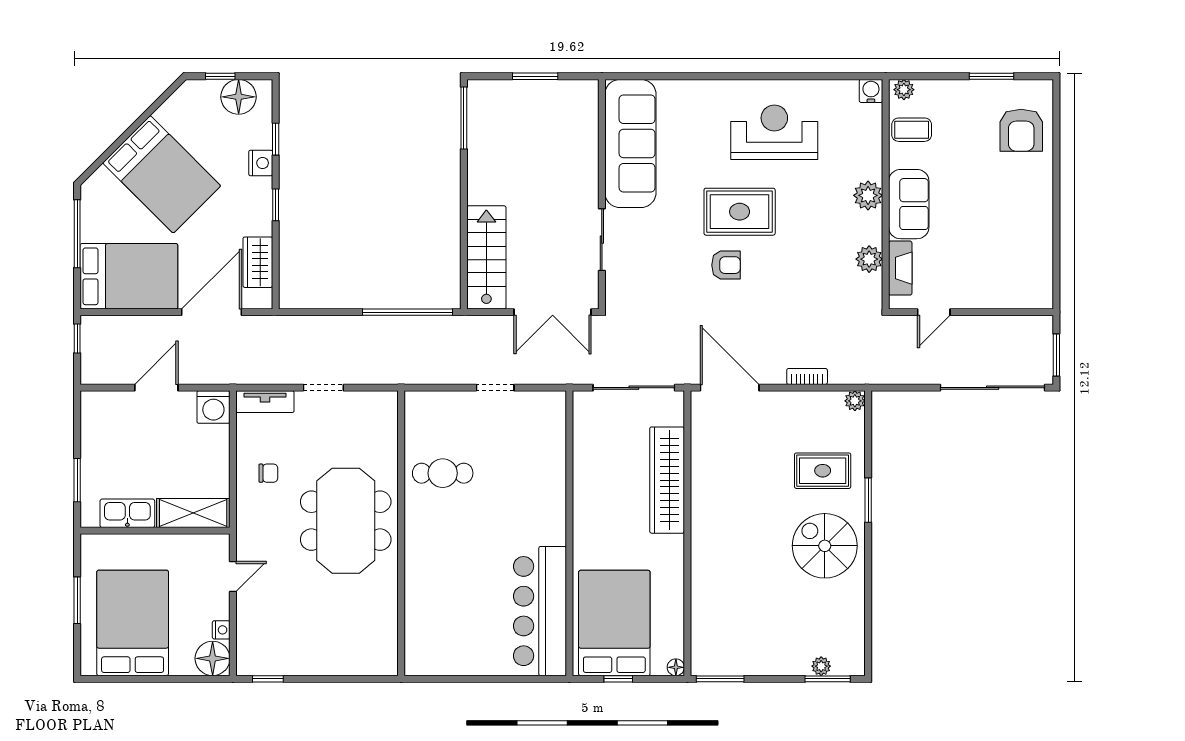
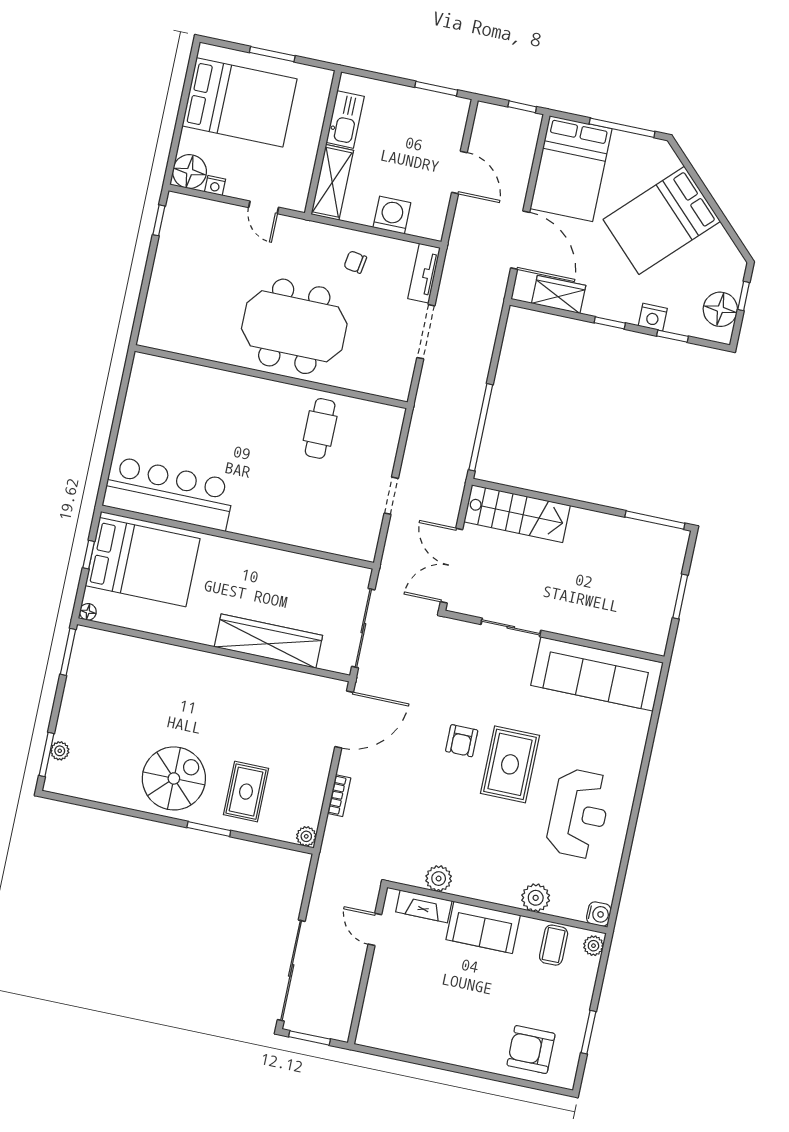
plant: (868, 195) -> (536, 898), moved
doorway: (323, 388) -> (426, 332), width x1.38
washing machine: (213, 407) -> (392, 215), moved, turned 90
chair: (268, 473) -> (355, 262), turned 99
window: (77, 480) -> (436, 89), moved

